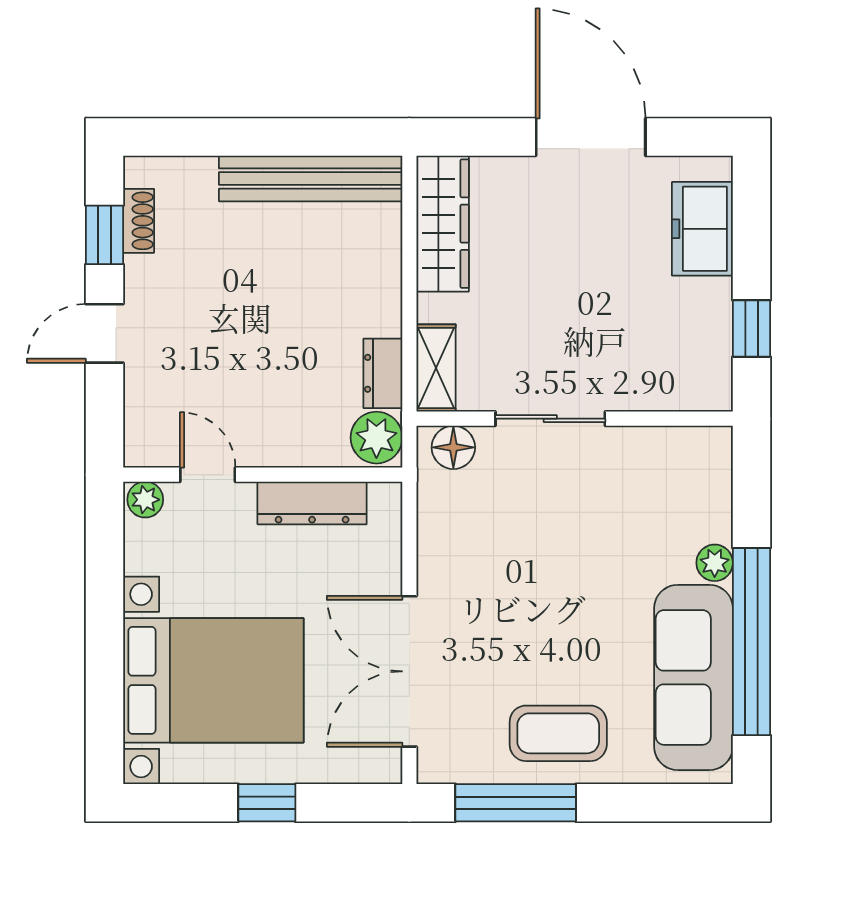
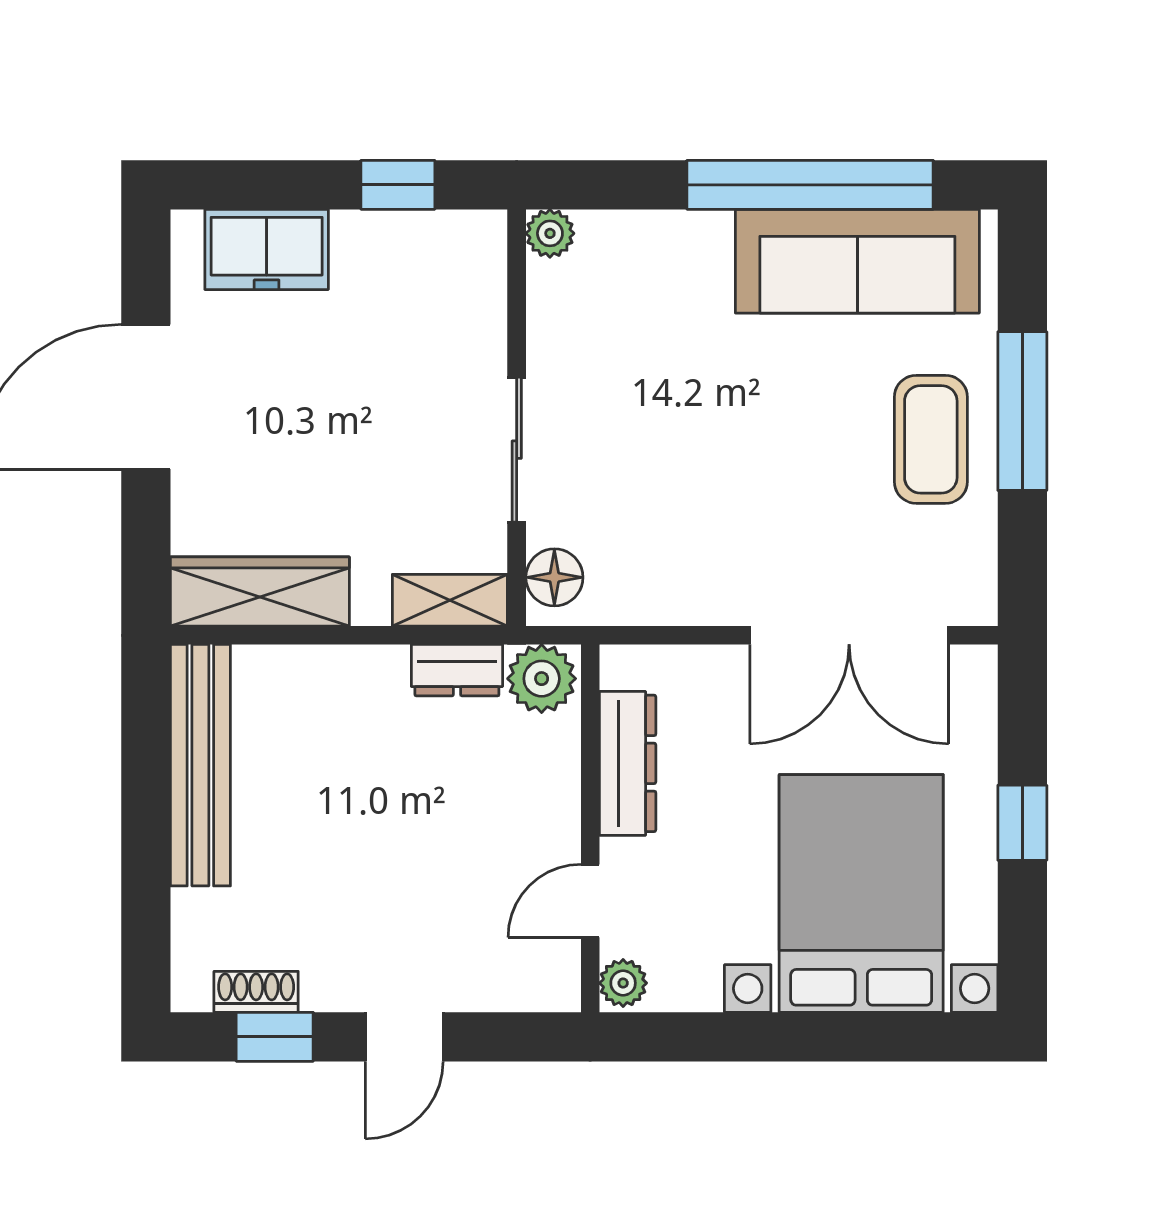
door: (104, 333) -> (404, 1037), hinge flipped
plant: (715, 563) -> (550, 233), moved
window: (516, 803) -> (1022, 411), moved

